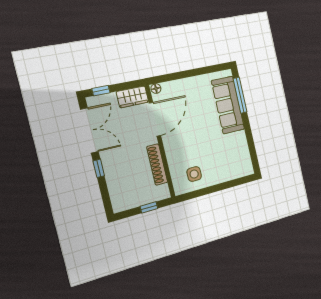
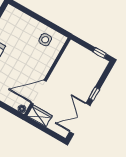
window: (101, 91) -> (54, 134), removed
shoe rack: (157, 165) -> (61, 66), removed
window: (149, 207) -> (100, 53), moved

